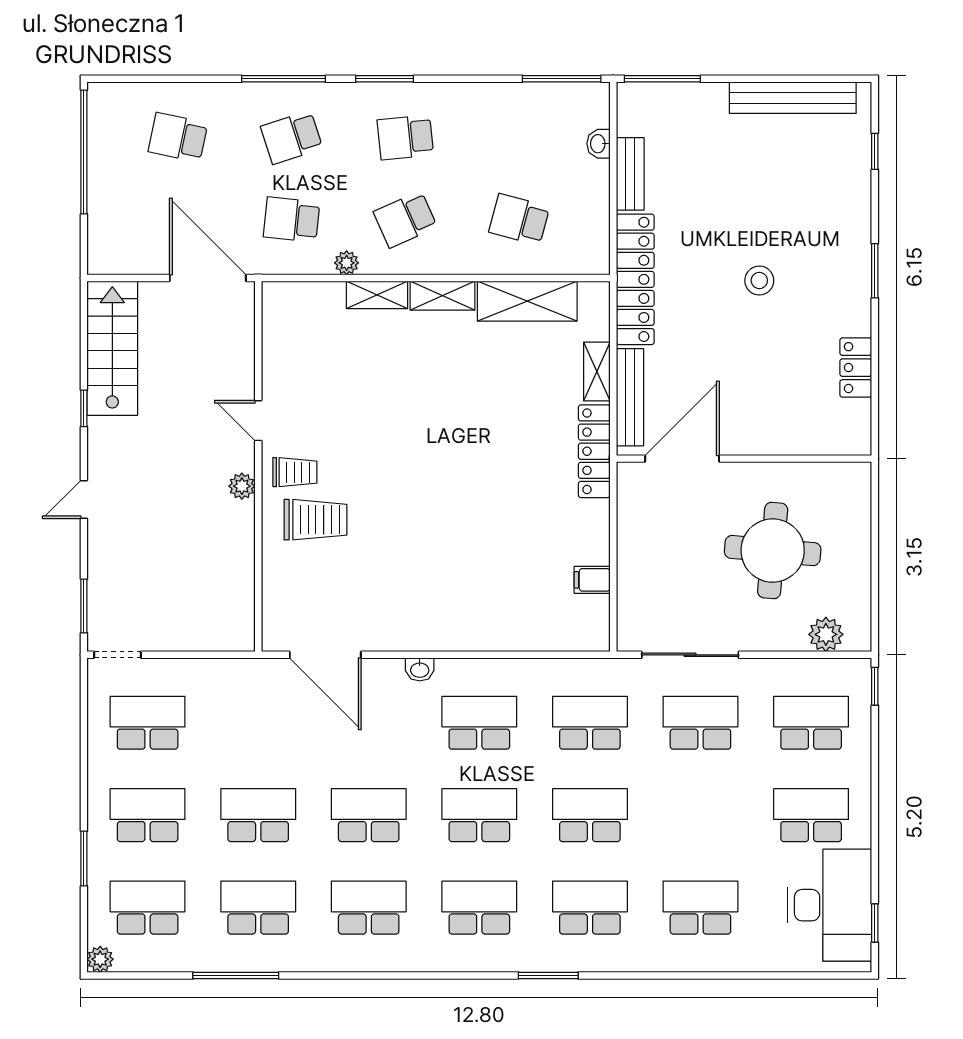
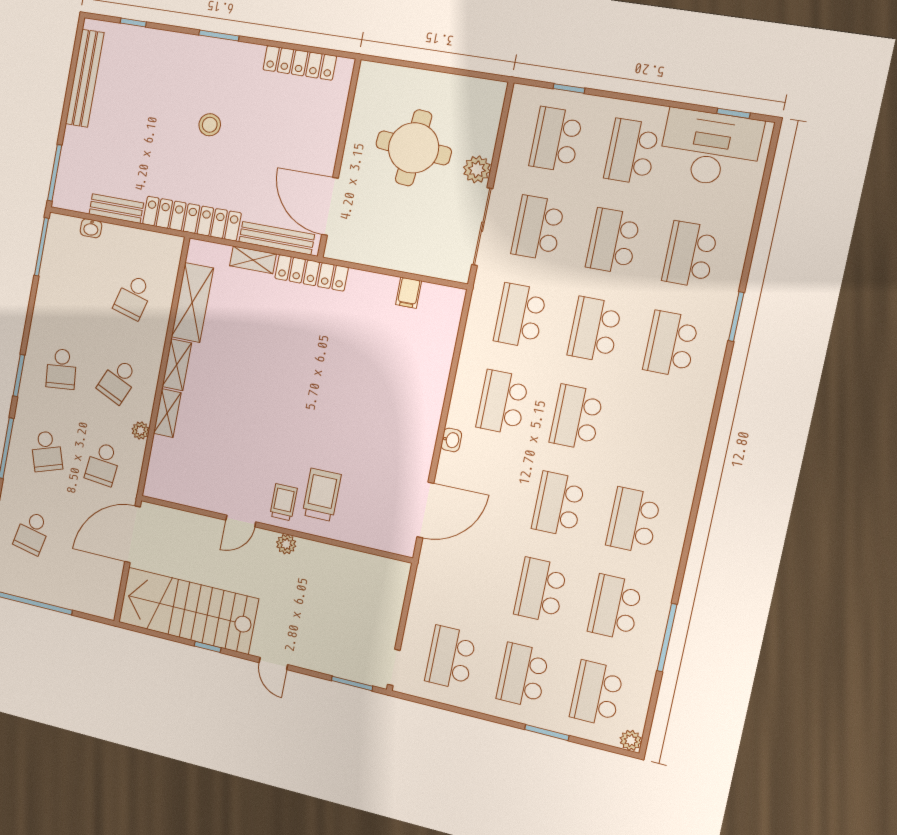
school desk: (405, 219) -> (118, 381), turned 48
stairs: (112, 348) -> (188, 611), width x1.36, depth x1.51
locker: (856, 368) -> (300, 63), width x1.53
plant: (826, 634) -> (477, 169), moved
window: (875, 686) -> (569, 88), moved
school desk: (479, 908) -> (613, 241), moved
window: (548, 976) -> (736, 317), moved

